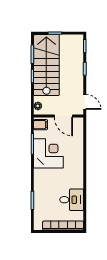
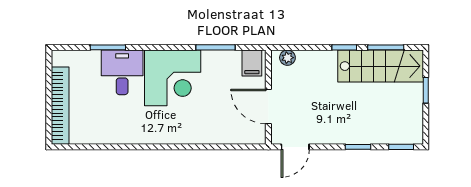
stairs: (46, 65) -> (381, 66), width x0.73, depth x0.66
door: (63, 116) -> (268, 106), hinge flipped
corner desk: (48, 153) -> (173, 78), moved
desk: (72, 200) -> (122, 72), moved, turned 180

